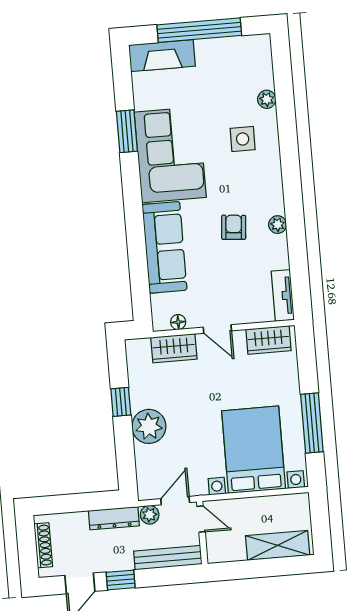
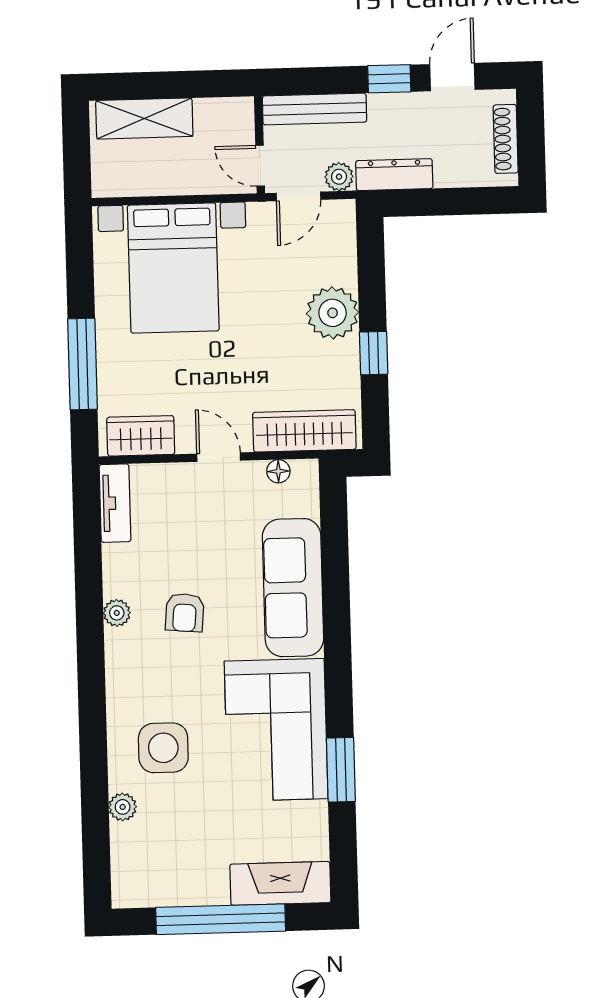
side table: (243, 139) -> (163, 748), width x1.37, depth x1.37
wardrobe: (174, 348) -> (304, 431), width x1.50
window: (312, 423) -> (83, 364), moved

